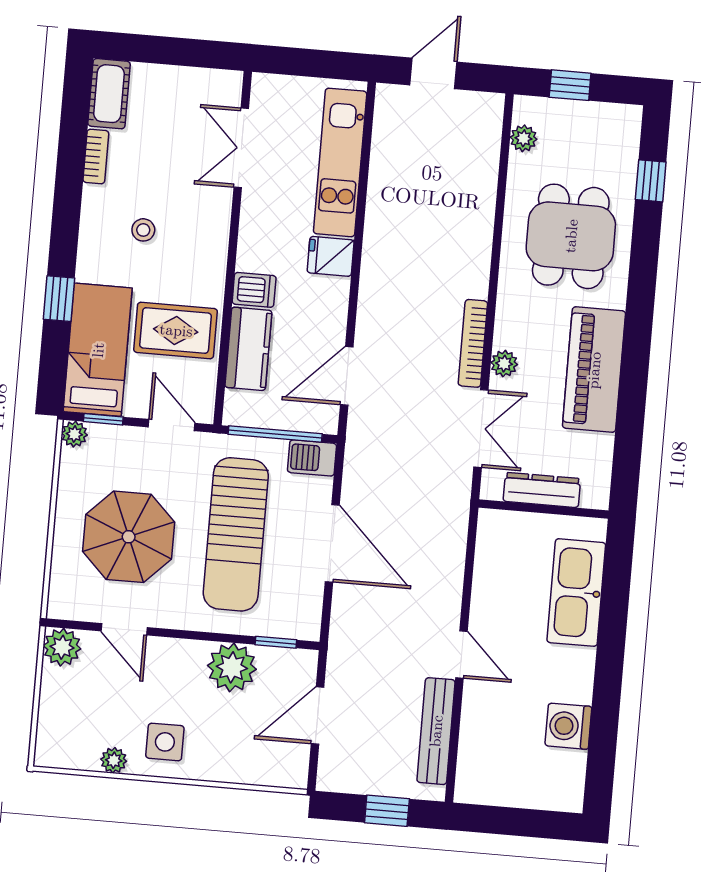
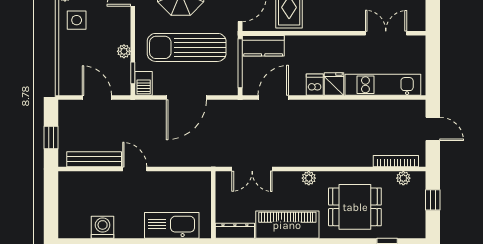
dishwasher: (254, 290) -> (315, 85), moved, turned 180
bookcase: (473, 343) -> (396, 161), moved
kitchen counter: (248, 349) -> (263, 46), moved
plant: (504, 364) -> (309, 178), moved
door: (347, 376) -> (273, 98), hinge flipped
barbecue: (312, 458) -> (144, 83), moved, turned 180
dresser: (542, 490) -> (235, 231), moved, turned -90
door: (462, 654) -> (135, 169), swing flipped
plant: (232, 667) -> (124, 51), width x0.53, depth x0.53

